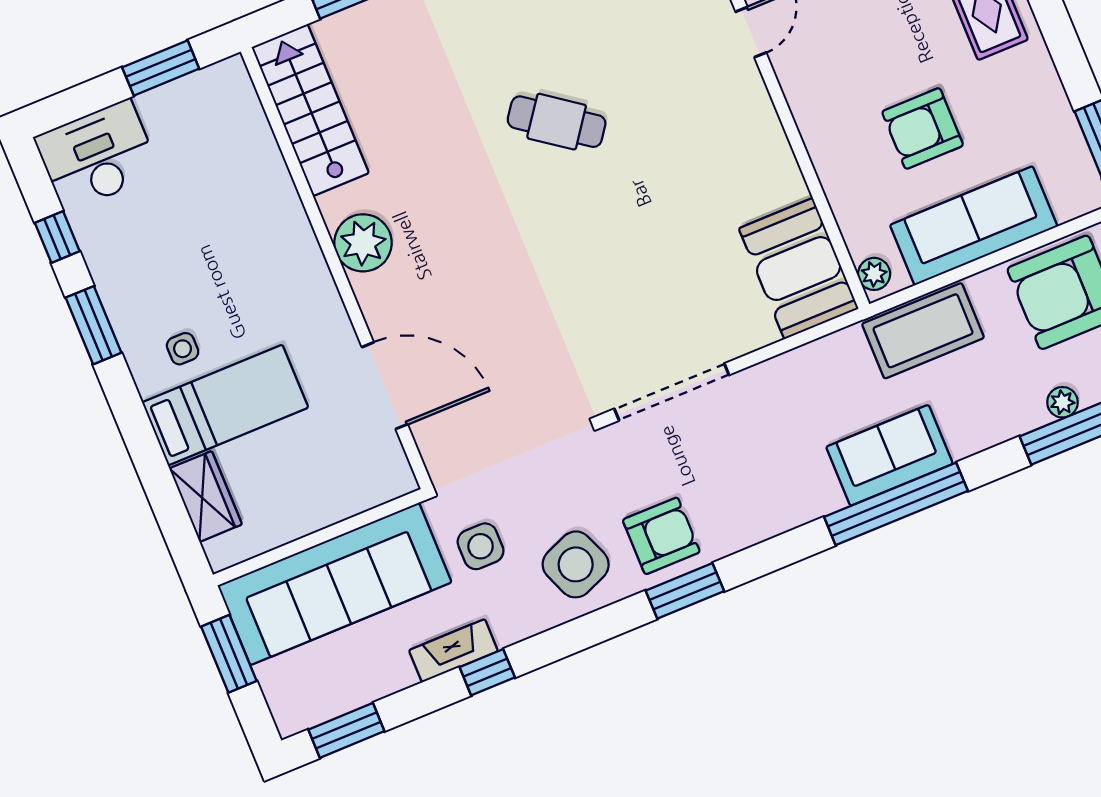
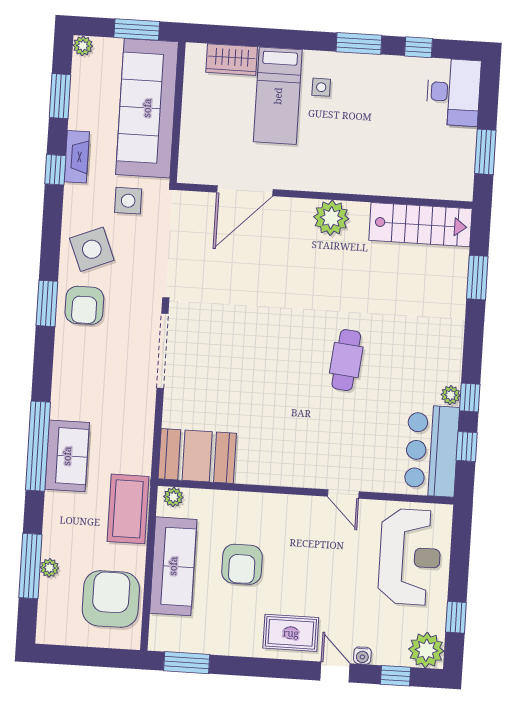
cafe table: (557, 122) -> (346, 360), turned -30
armchair: (923, 128) -> (242, 564), turned 180
plant: (290, 720) -> (83, 46), added
window: (346, 730) -> (60, 96), moved

